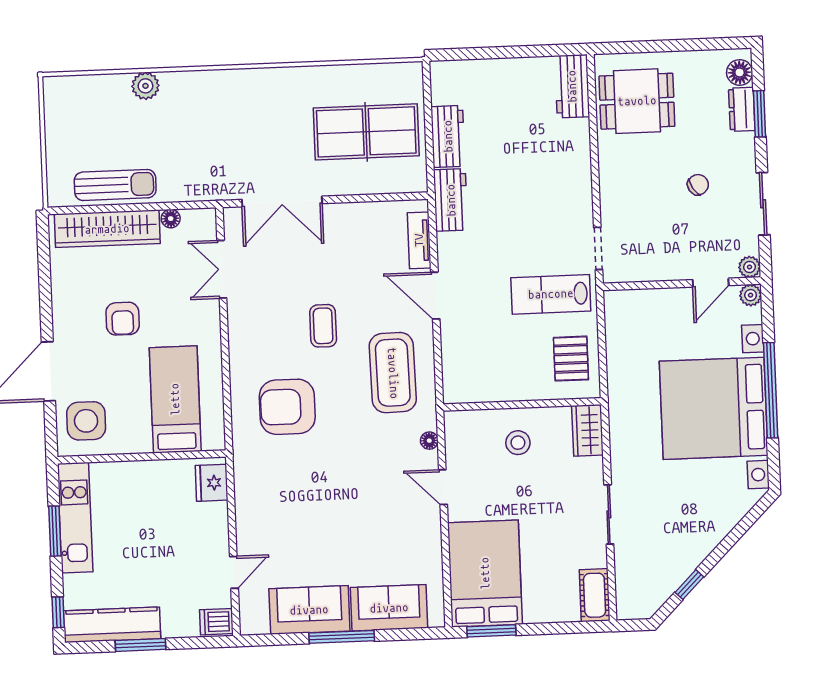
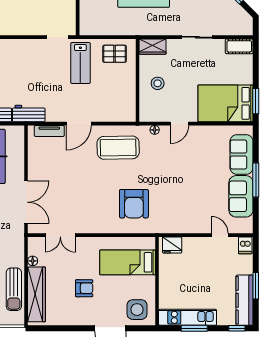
sun lounger: (115, 185) -> (14, 289), turned 180
coffee table: (323, 326) -> (92, 183), removed

